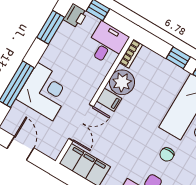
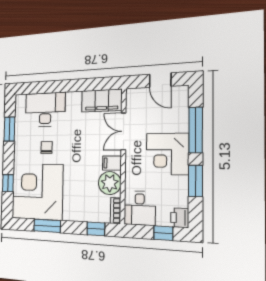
window: (51, 27) -> (196, 181), moved
window: (178, 58) -> (96, 229), moved
corner desk: (45, 92) -> (167, 154), moved

